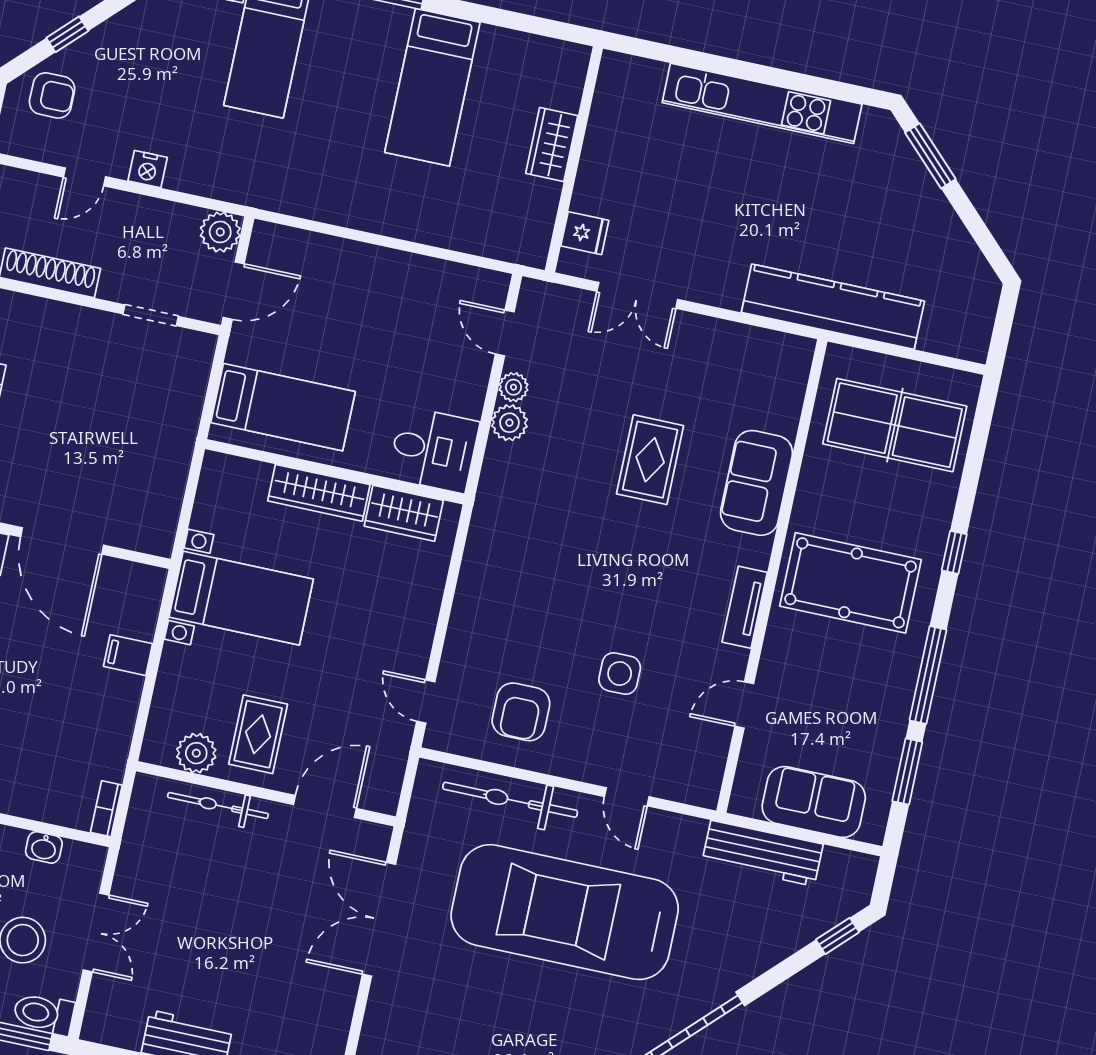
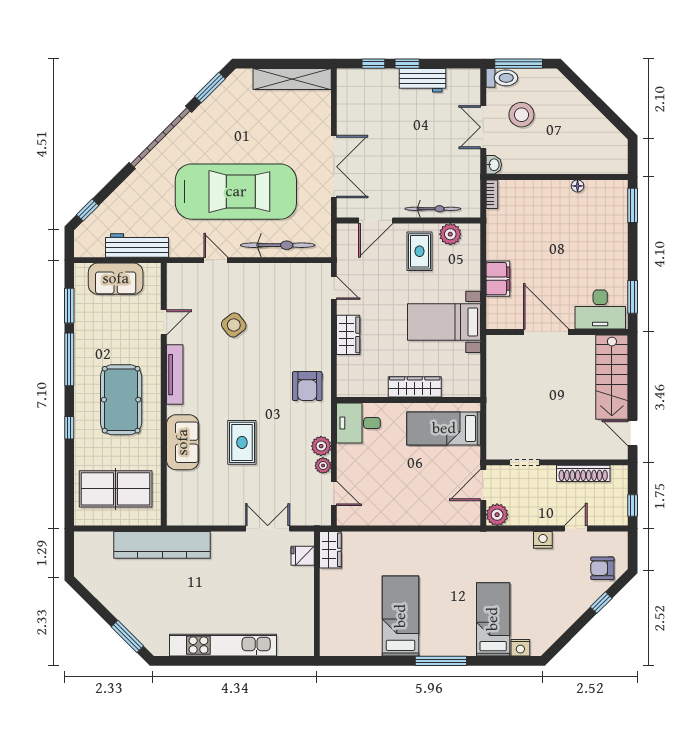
wardrobe: (552, 144) -> (330, 550), moved
wardrobe: (404, 513) -> (348, 335), moved, turned 90
pool table: (851, 583) -> (121, 400), turned 90
tv unit: (745, 607) -> (175, 375), width x1.41
filing cabinet: (128, 655) -> (498, 279), width x2.00
side table: (620, 674) -> (234, 325), turned -38
armchair: (521, 712) -> (307, 386), moved, turned 180
washbasin: (44, 847) -> (494, 165), moved, turned 90

